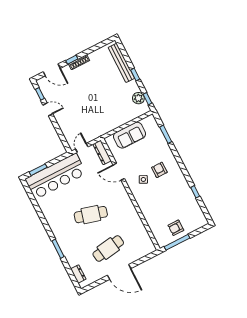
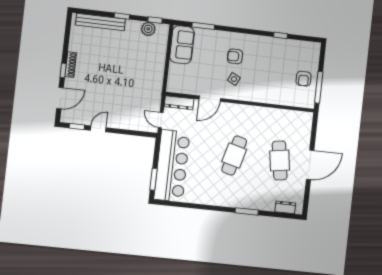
sofa: (130, 135) -> (182, 45), moved

